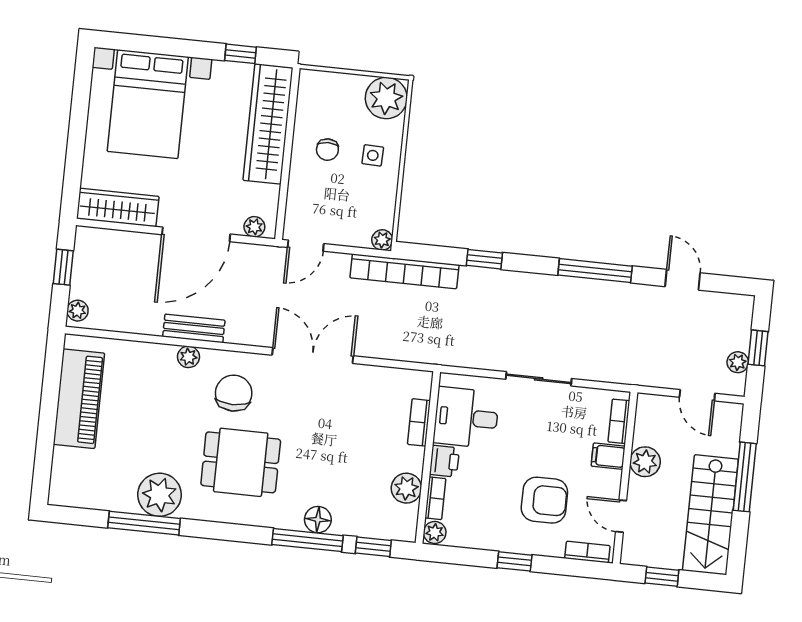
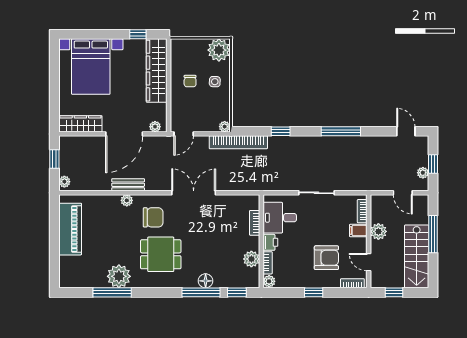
door: (683, 280) -> (406, 131), moved
chair: (234, 393) -> (153, 217), turned 90

